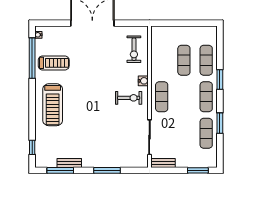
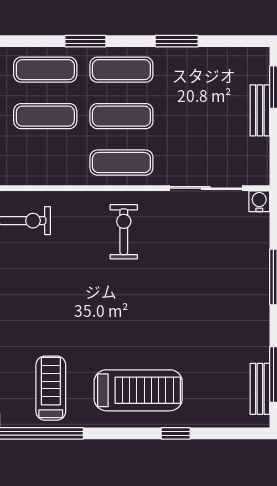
water cooler: (143, 81) -> (259, 201), moved
exercise mat: (206, 133) -> (121, 116), moved
window: (32, 147) -> (176, 433), moved
bench: (69, 163) -> (260, 389), moved
bench: (163, 163) -> (260, 110), moved

